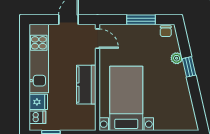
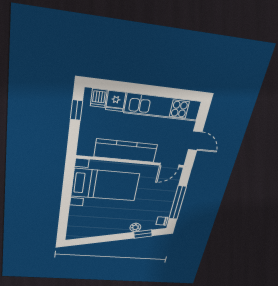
window: (141, 20) -> (178, 203), width x1.44
window: (189, 67) -> (143, 234), moved
kitchen counter: (86, 85) -> (126, 151), width x1.50

